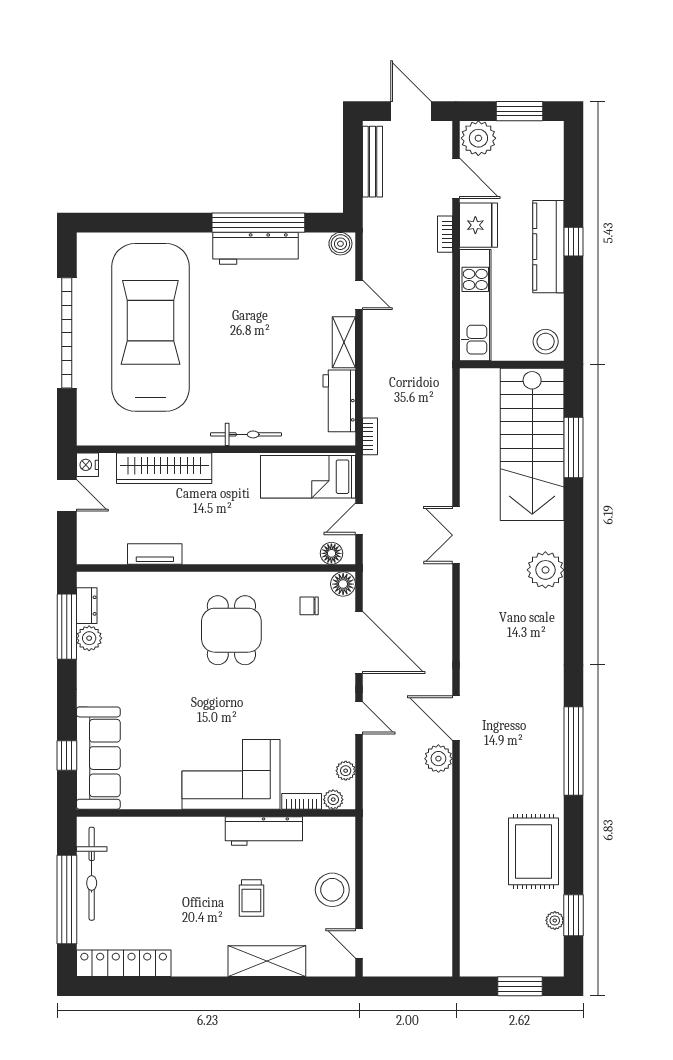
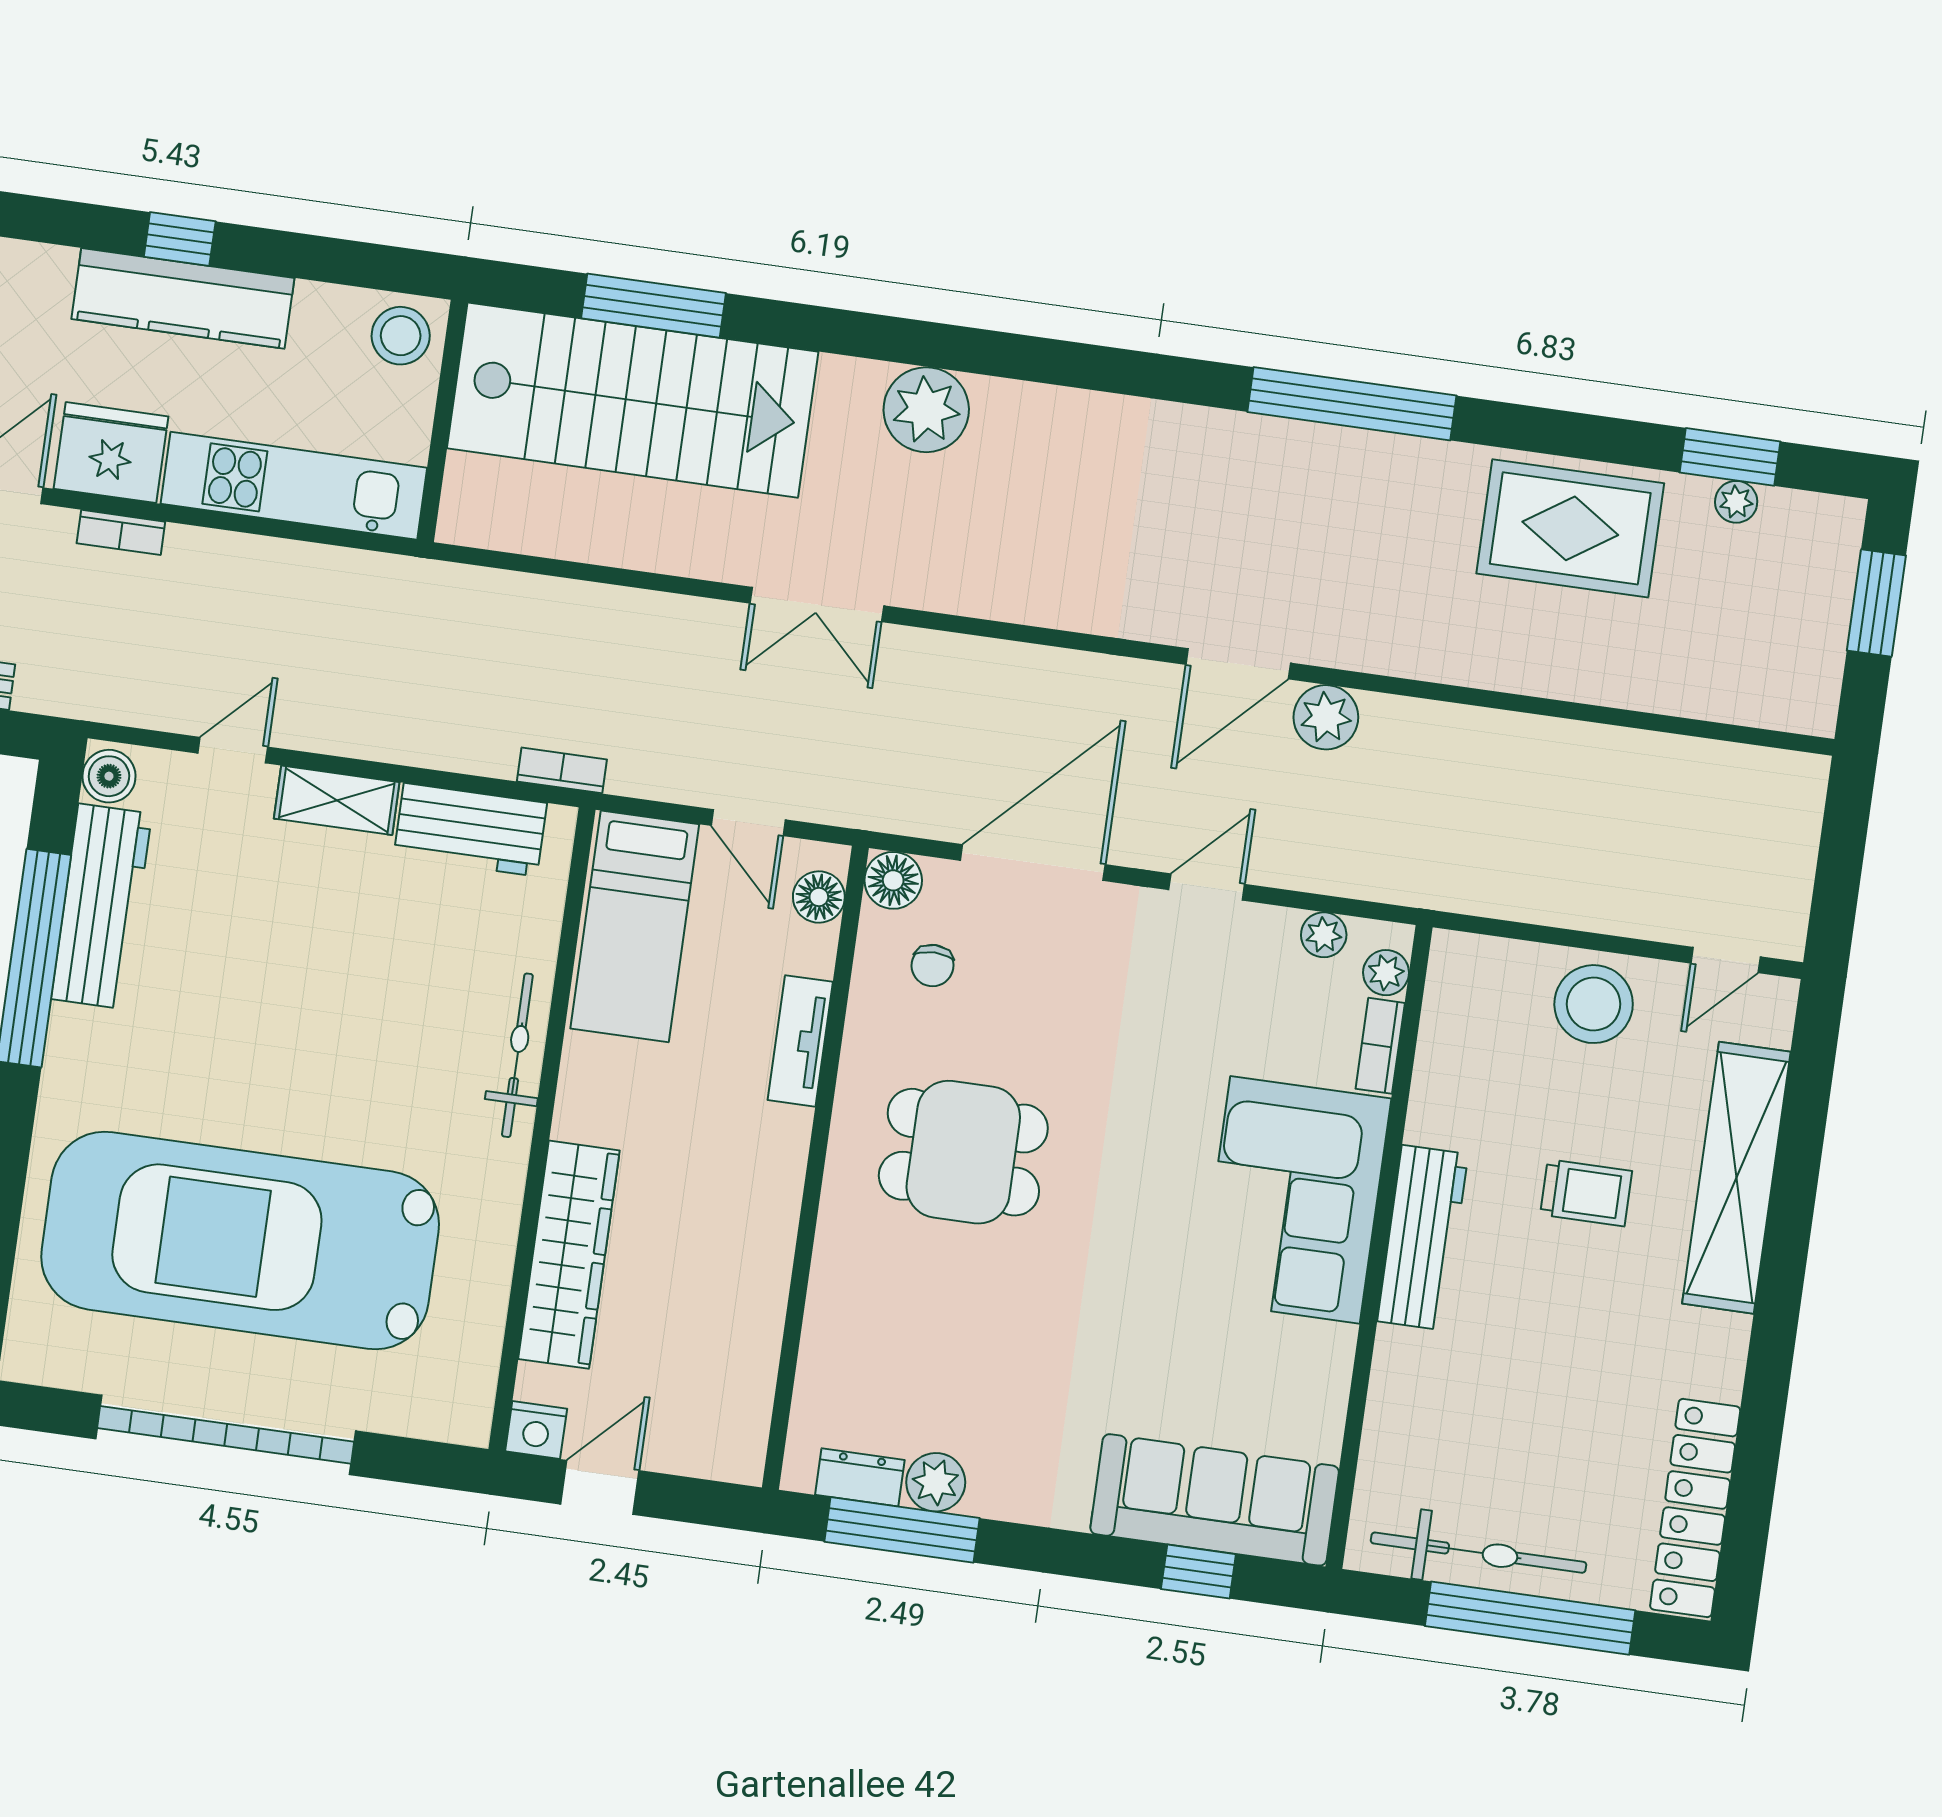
workbench: (255, 248) -> (102, 906), moved
tv unit: (155, 554) -> (800, 1041), moved
workbench: (264, 831) -> (1423, 1238), moved
shelving: (267, 961) -> (1736, 1178), width x1.47

